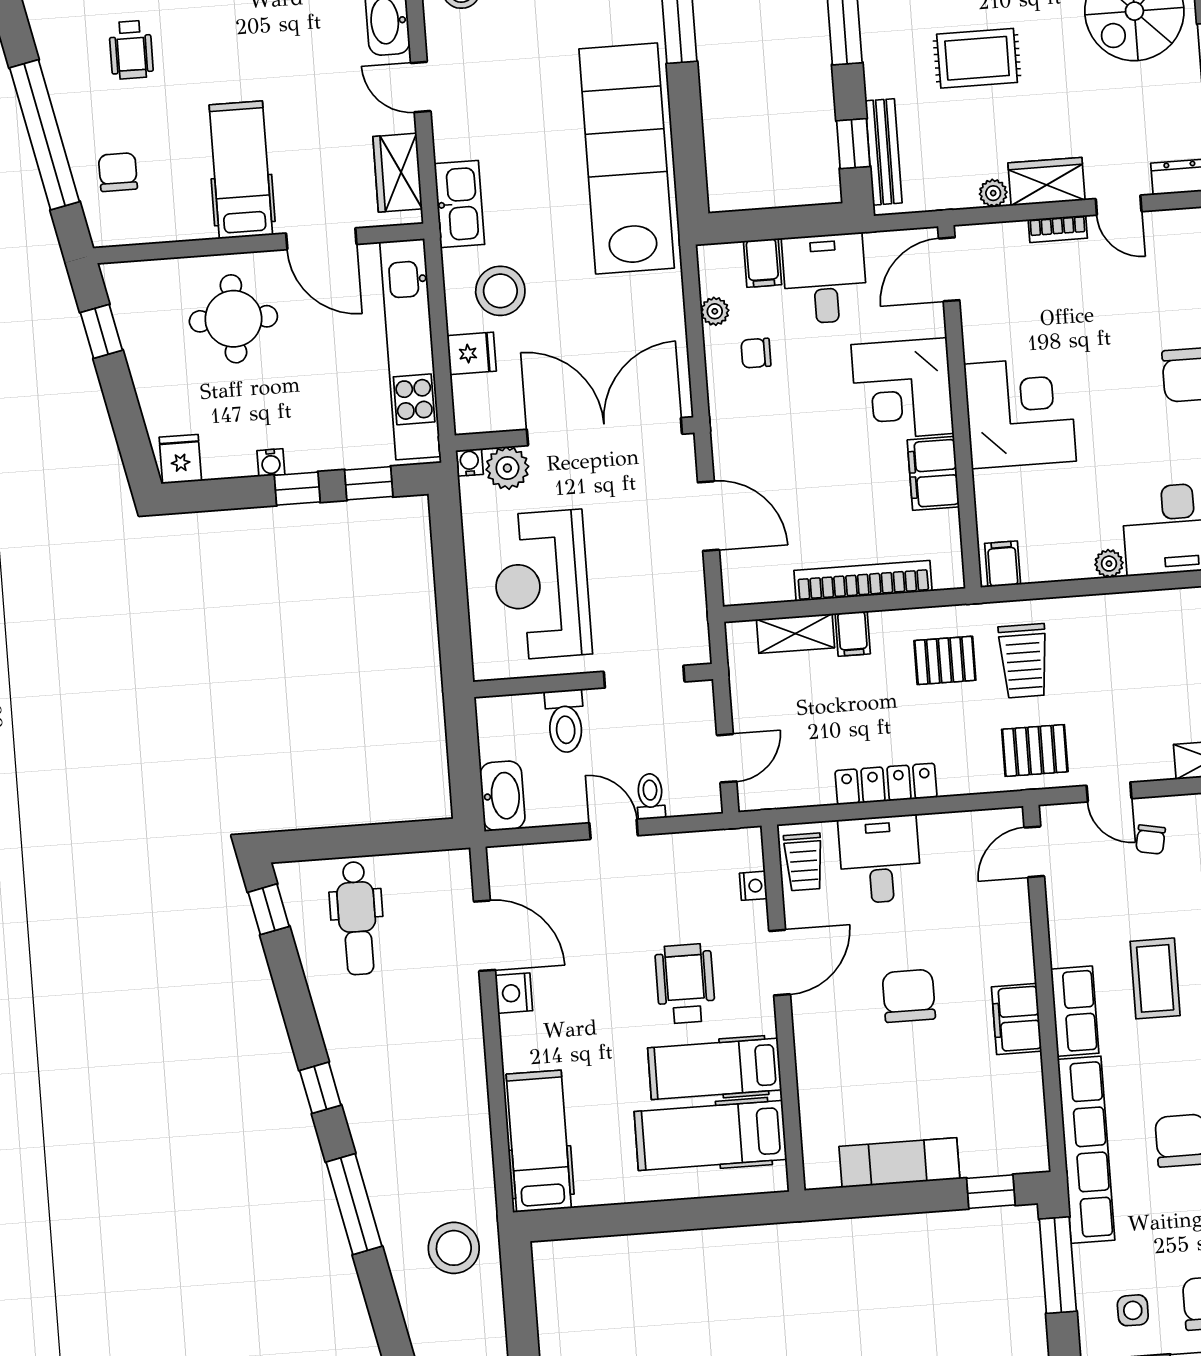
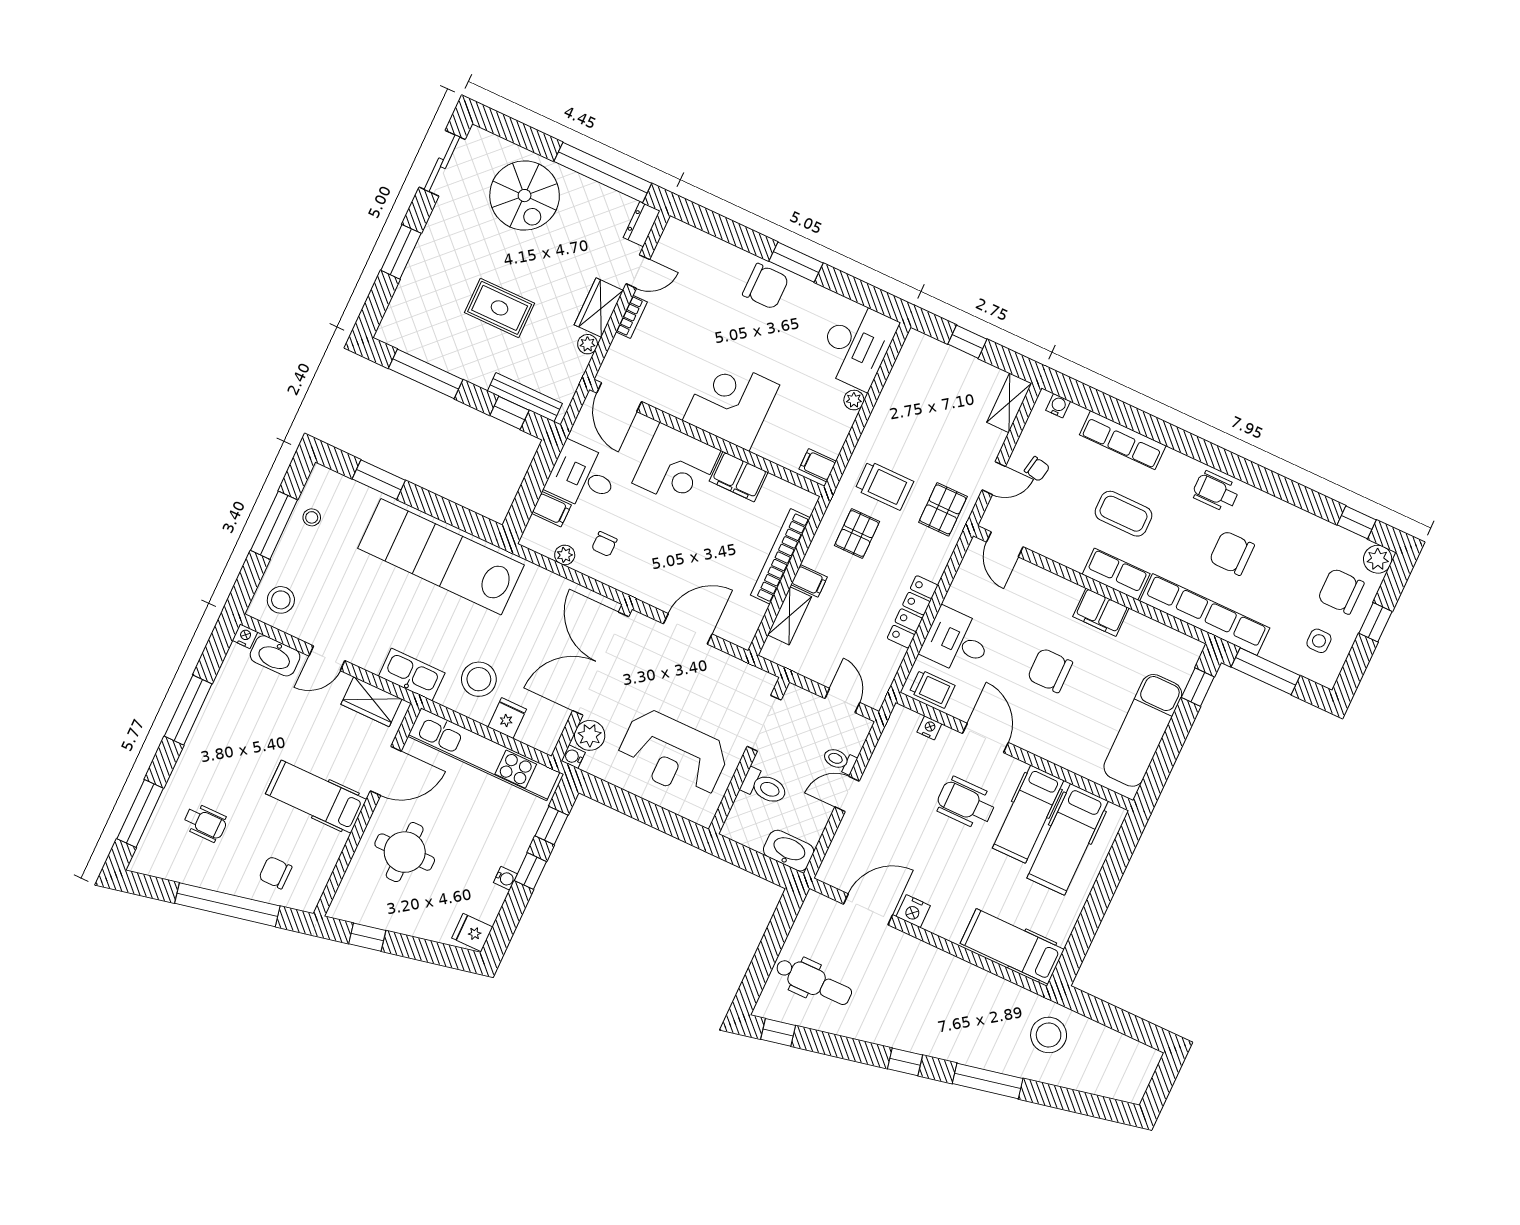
rug: (977, 58) -> (500, 308), turned 90
exam couch: (899, 1163) -> (1143, 730), width x1.36, depth x1.45

